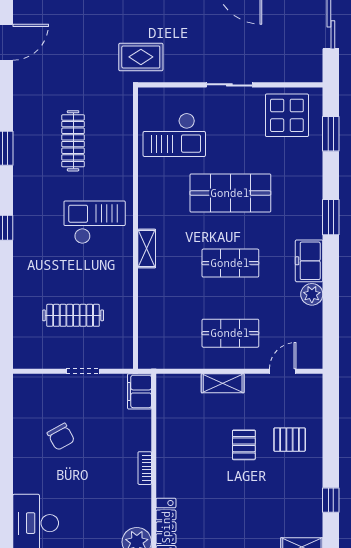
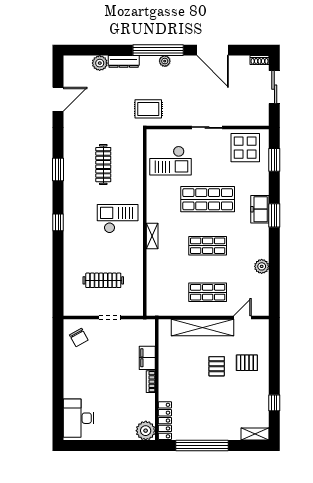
freezer: (309, 261) -> (260, 209), moved
shelving: (223, 383) -> (203, 328), width x2.20, depth x1.33
filing cabinet: (139, 391) -> (147, 358), moved
chair: (61, 437) -> (79, 338), moved

